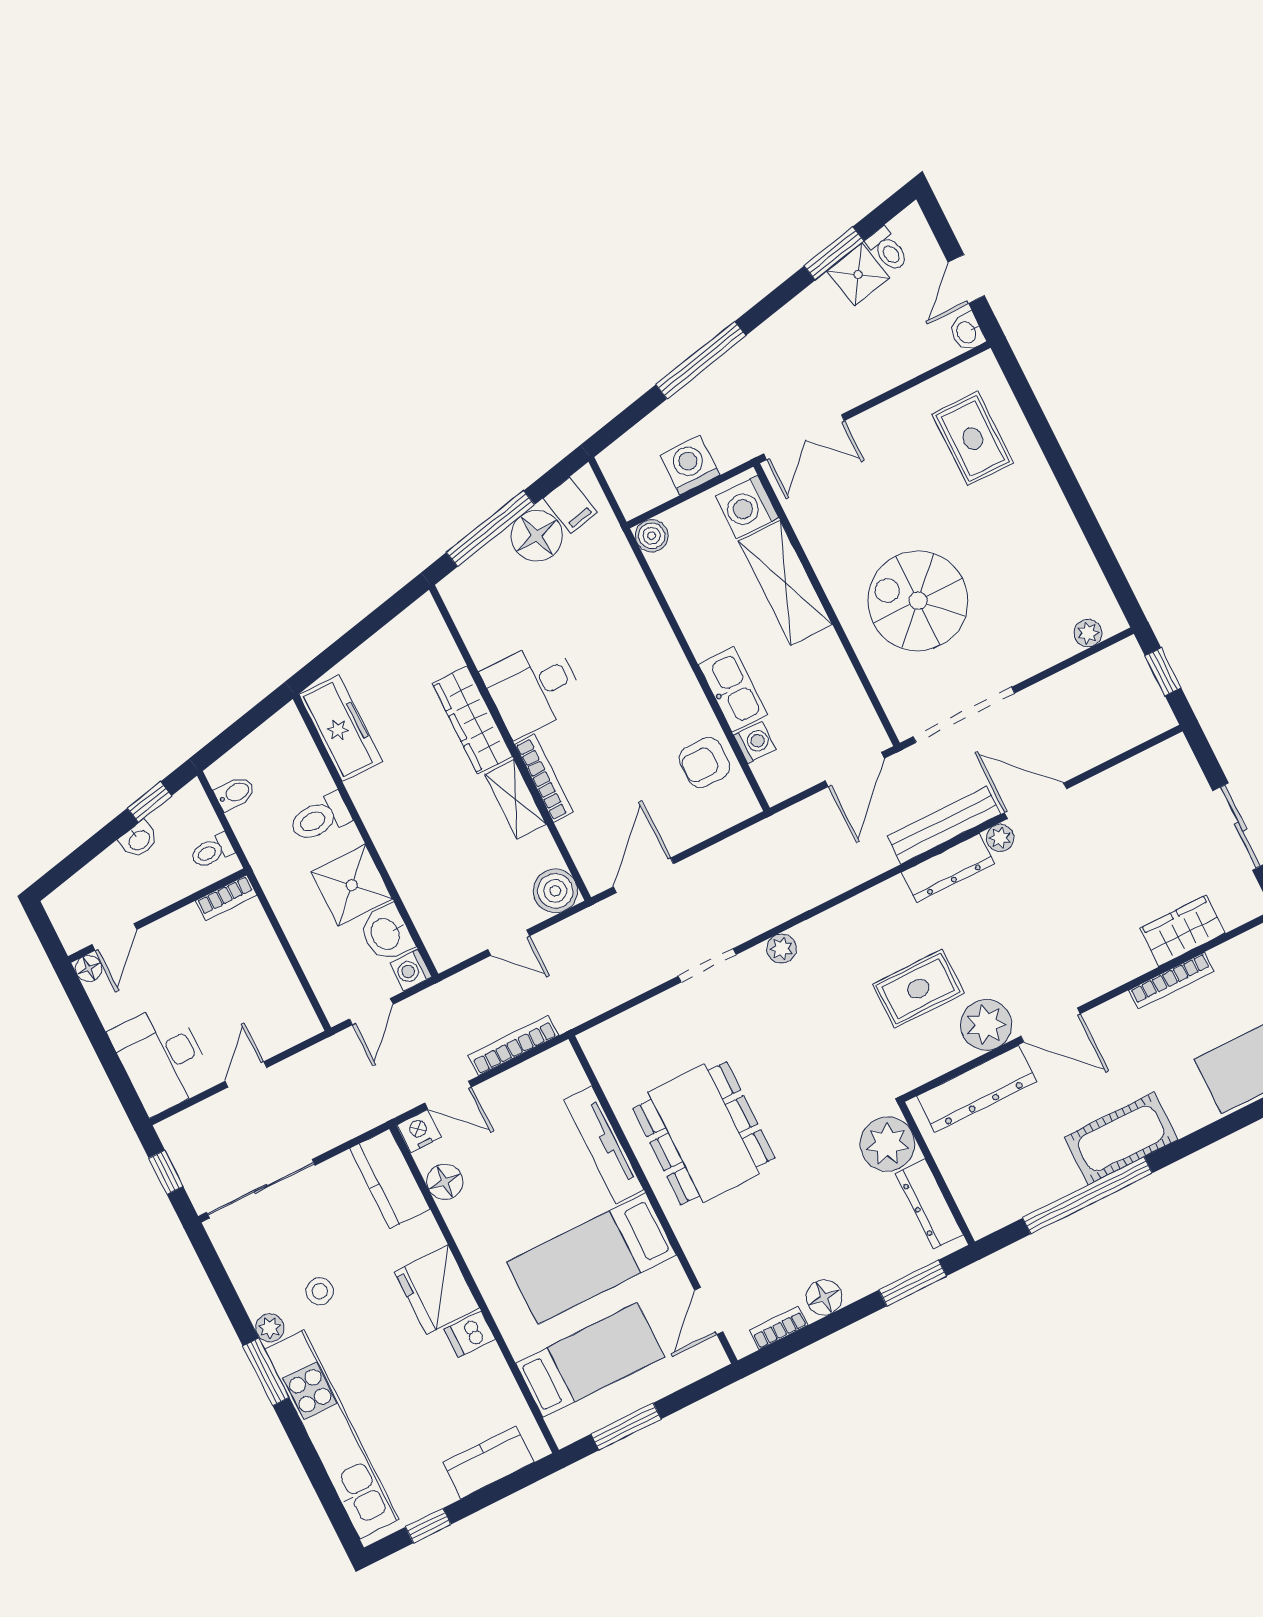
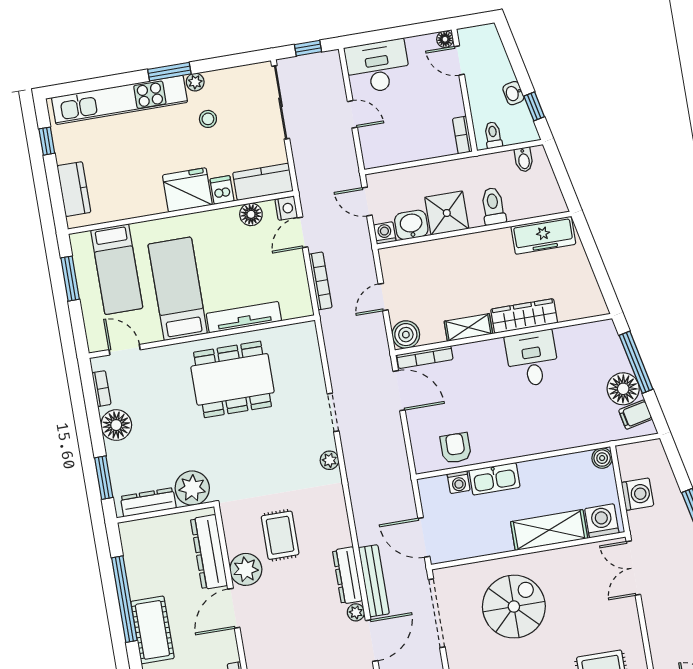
bookcase: (544, 778) -> (425, 357), moved
floor lamp: (824, 1297) -> (116, 425), width x1.38, depth x1.38
dishwasher: (470, 1334) -> (222, 190), moved

